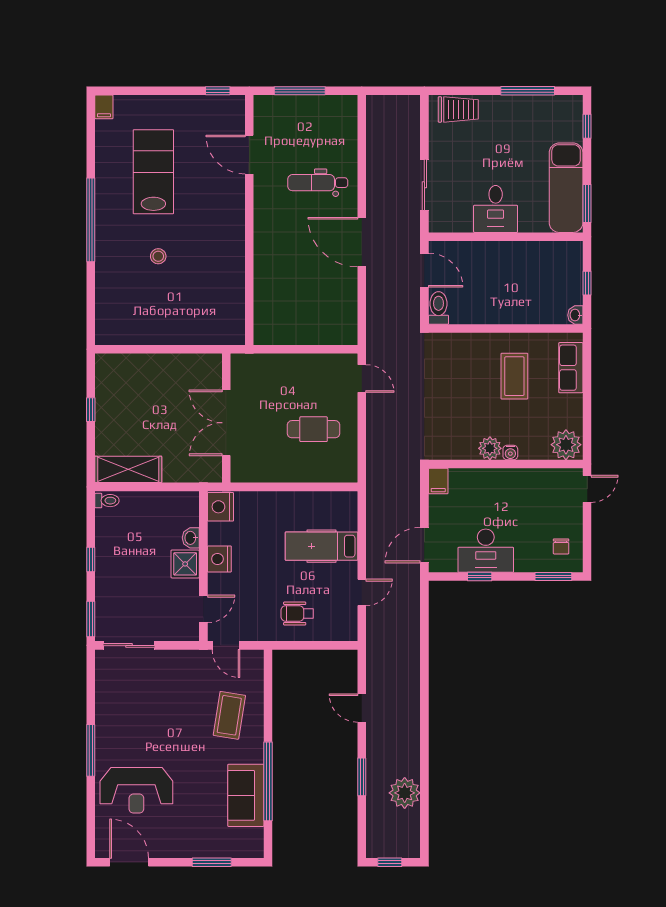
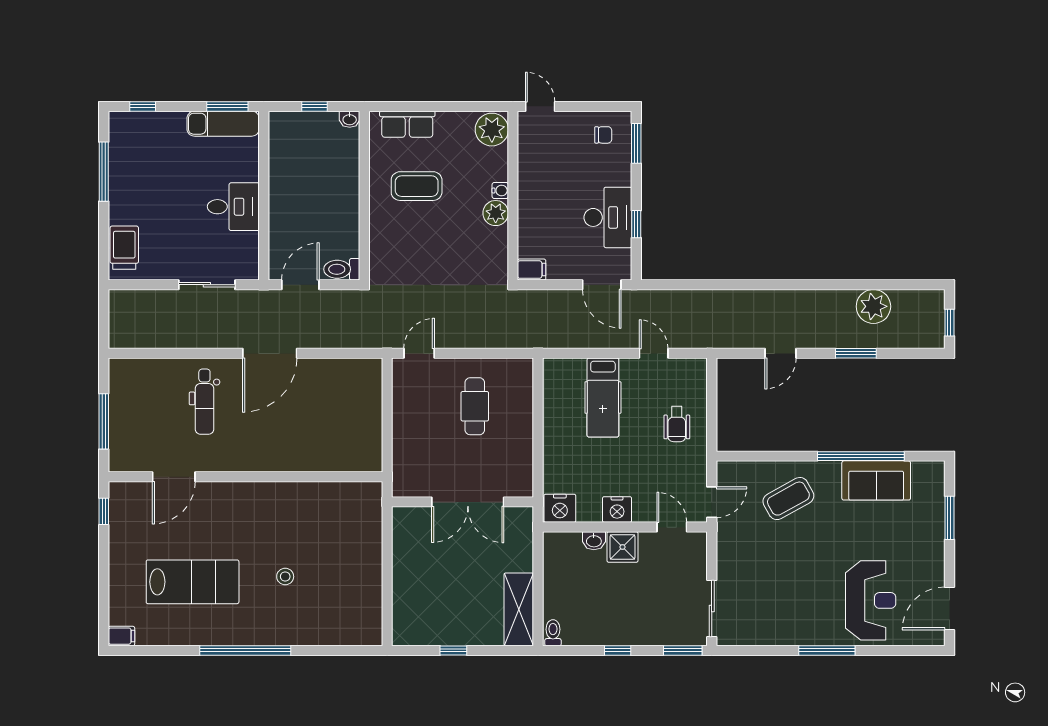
lab bench: (153, 172) -> (193, 582), turned 180
exam couch: (566, 188) -> (223, 124), width x0.73, depth x0.69
coffee table: (229, 715) -> (788, 499), turned -38

